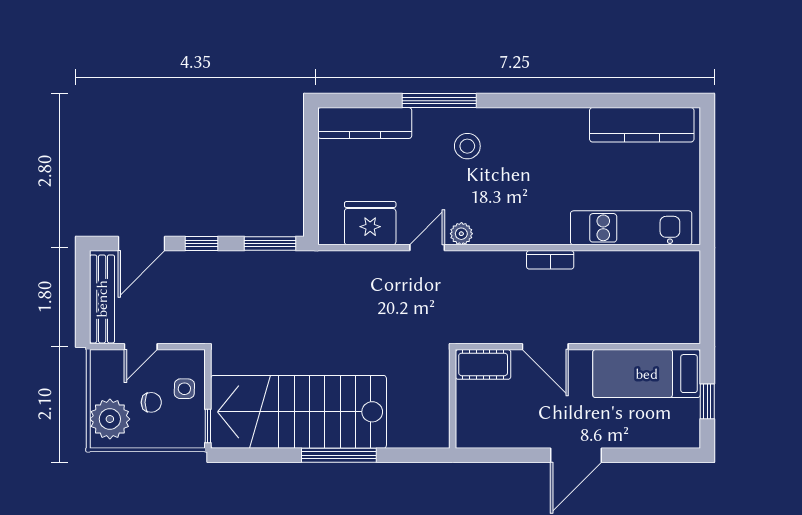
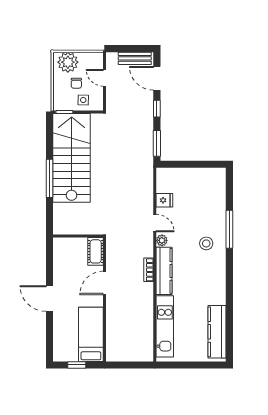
kitchen counter: (365, 123) -> (164, 271), moved, turned 180
fridge: (370, 223) -> (164, 200), width x0.53, depth x0.75
bookcase: (550, 260) -> (149, 270), moved
bench: (102, 299) -> (135, 58), width x0.73

